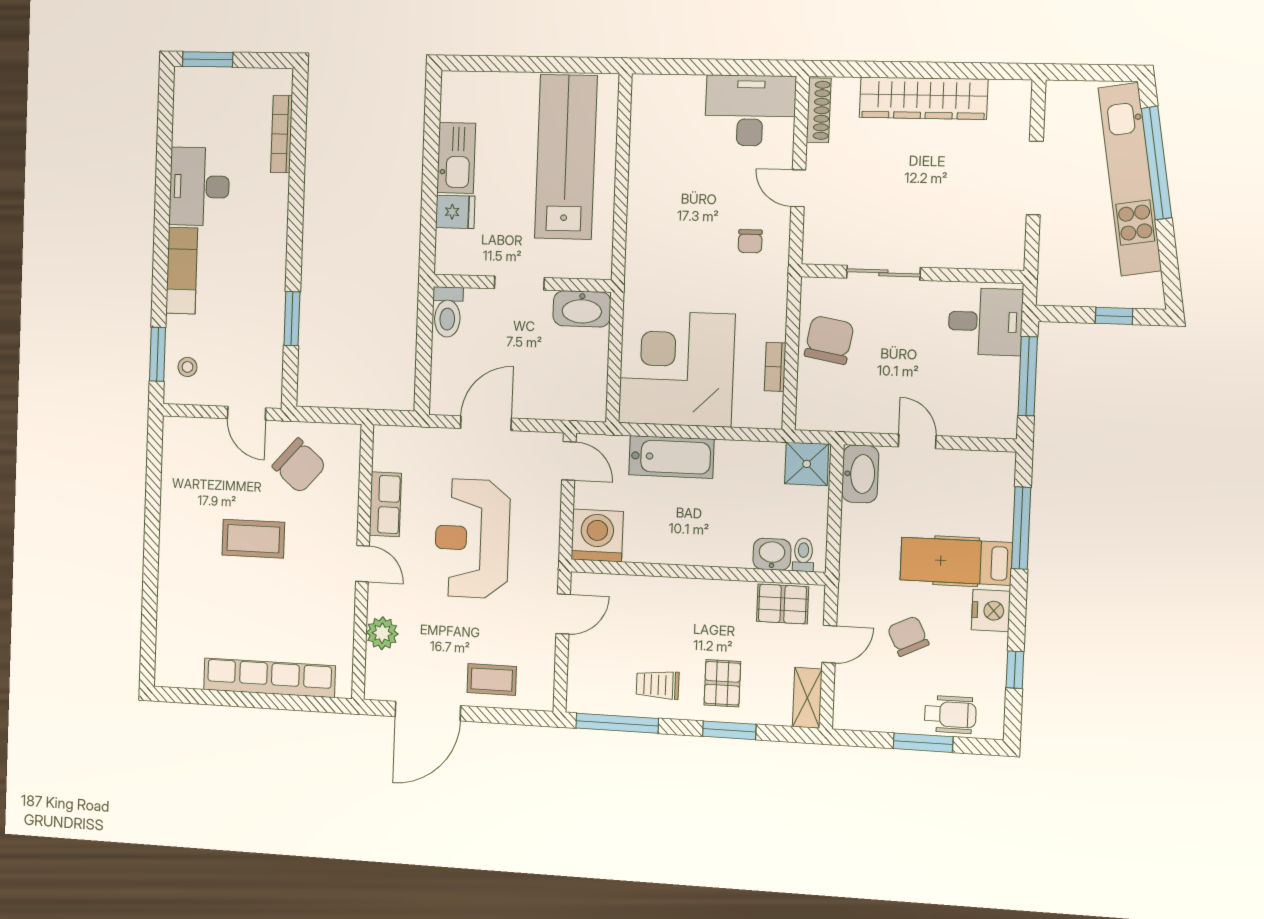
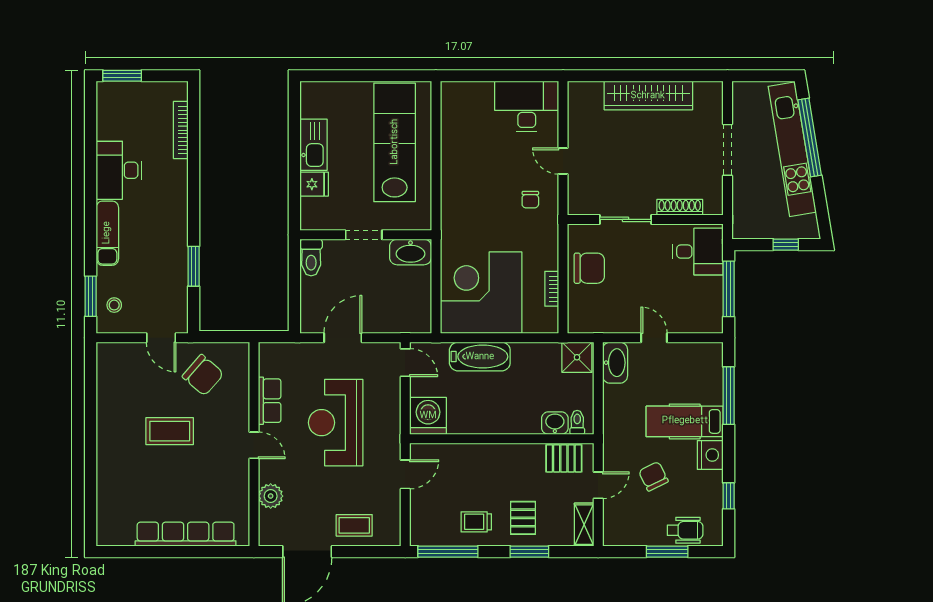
shoe rack: (819, 110) -> (680, 207), moved, turned -90
chair: (829, 340) -> (589, 268), turned 80

